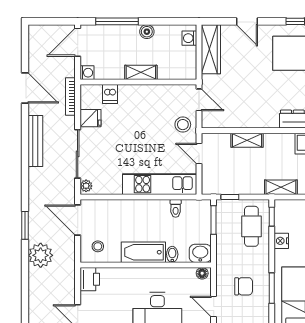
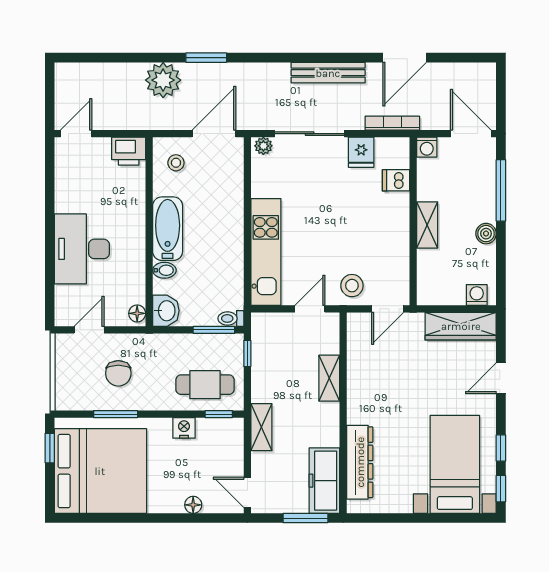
toilet: (176, 208) -> (231, 318), moved

